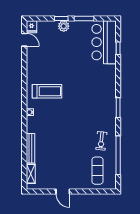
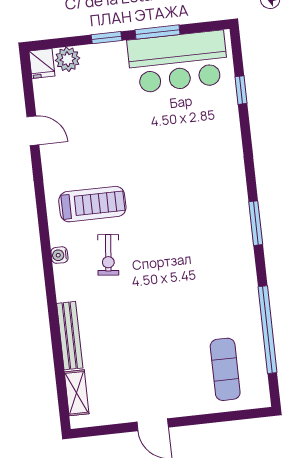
plant: (64, 26) -> (68, 59), moved
door: (24, 40) -> (33, 131), moved
bar counter: (104, 42) -> (178, 62), moved, turned -90
exercise bike: (101, 141) -> (108, 255), moved

